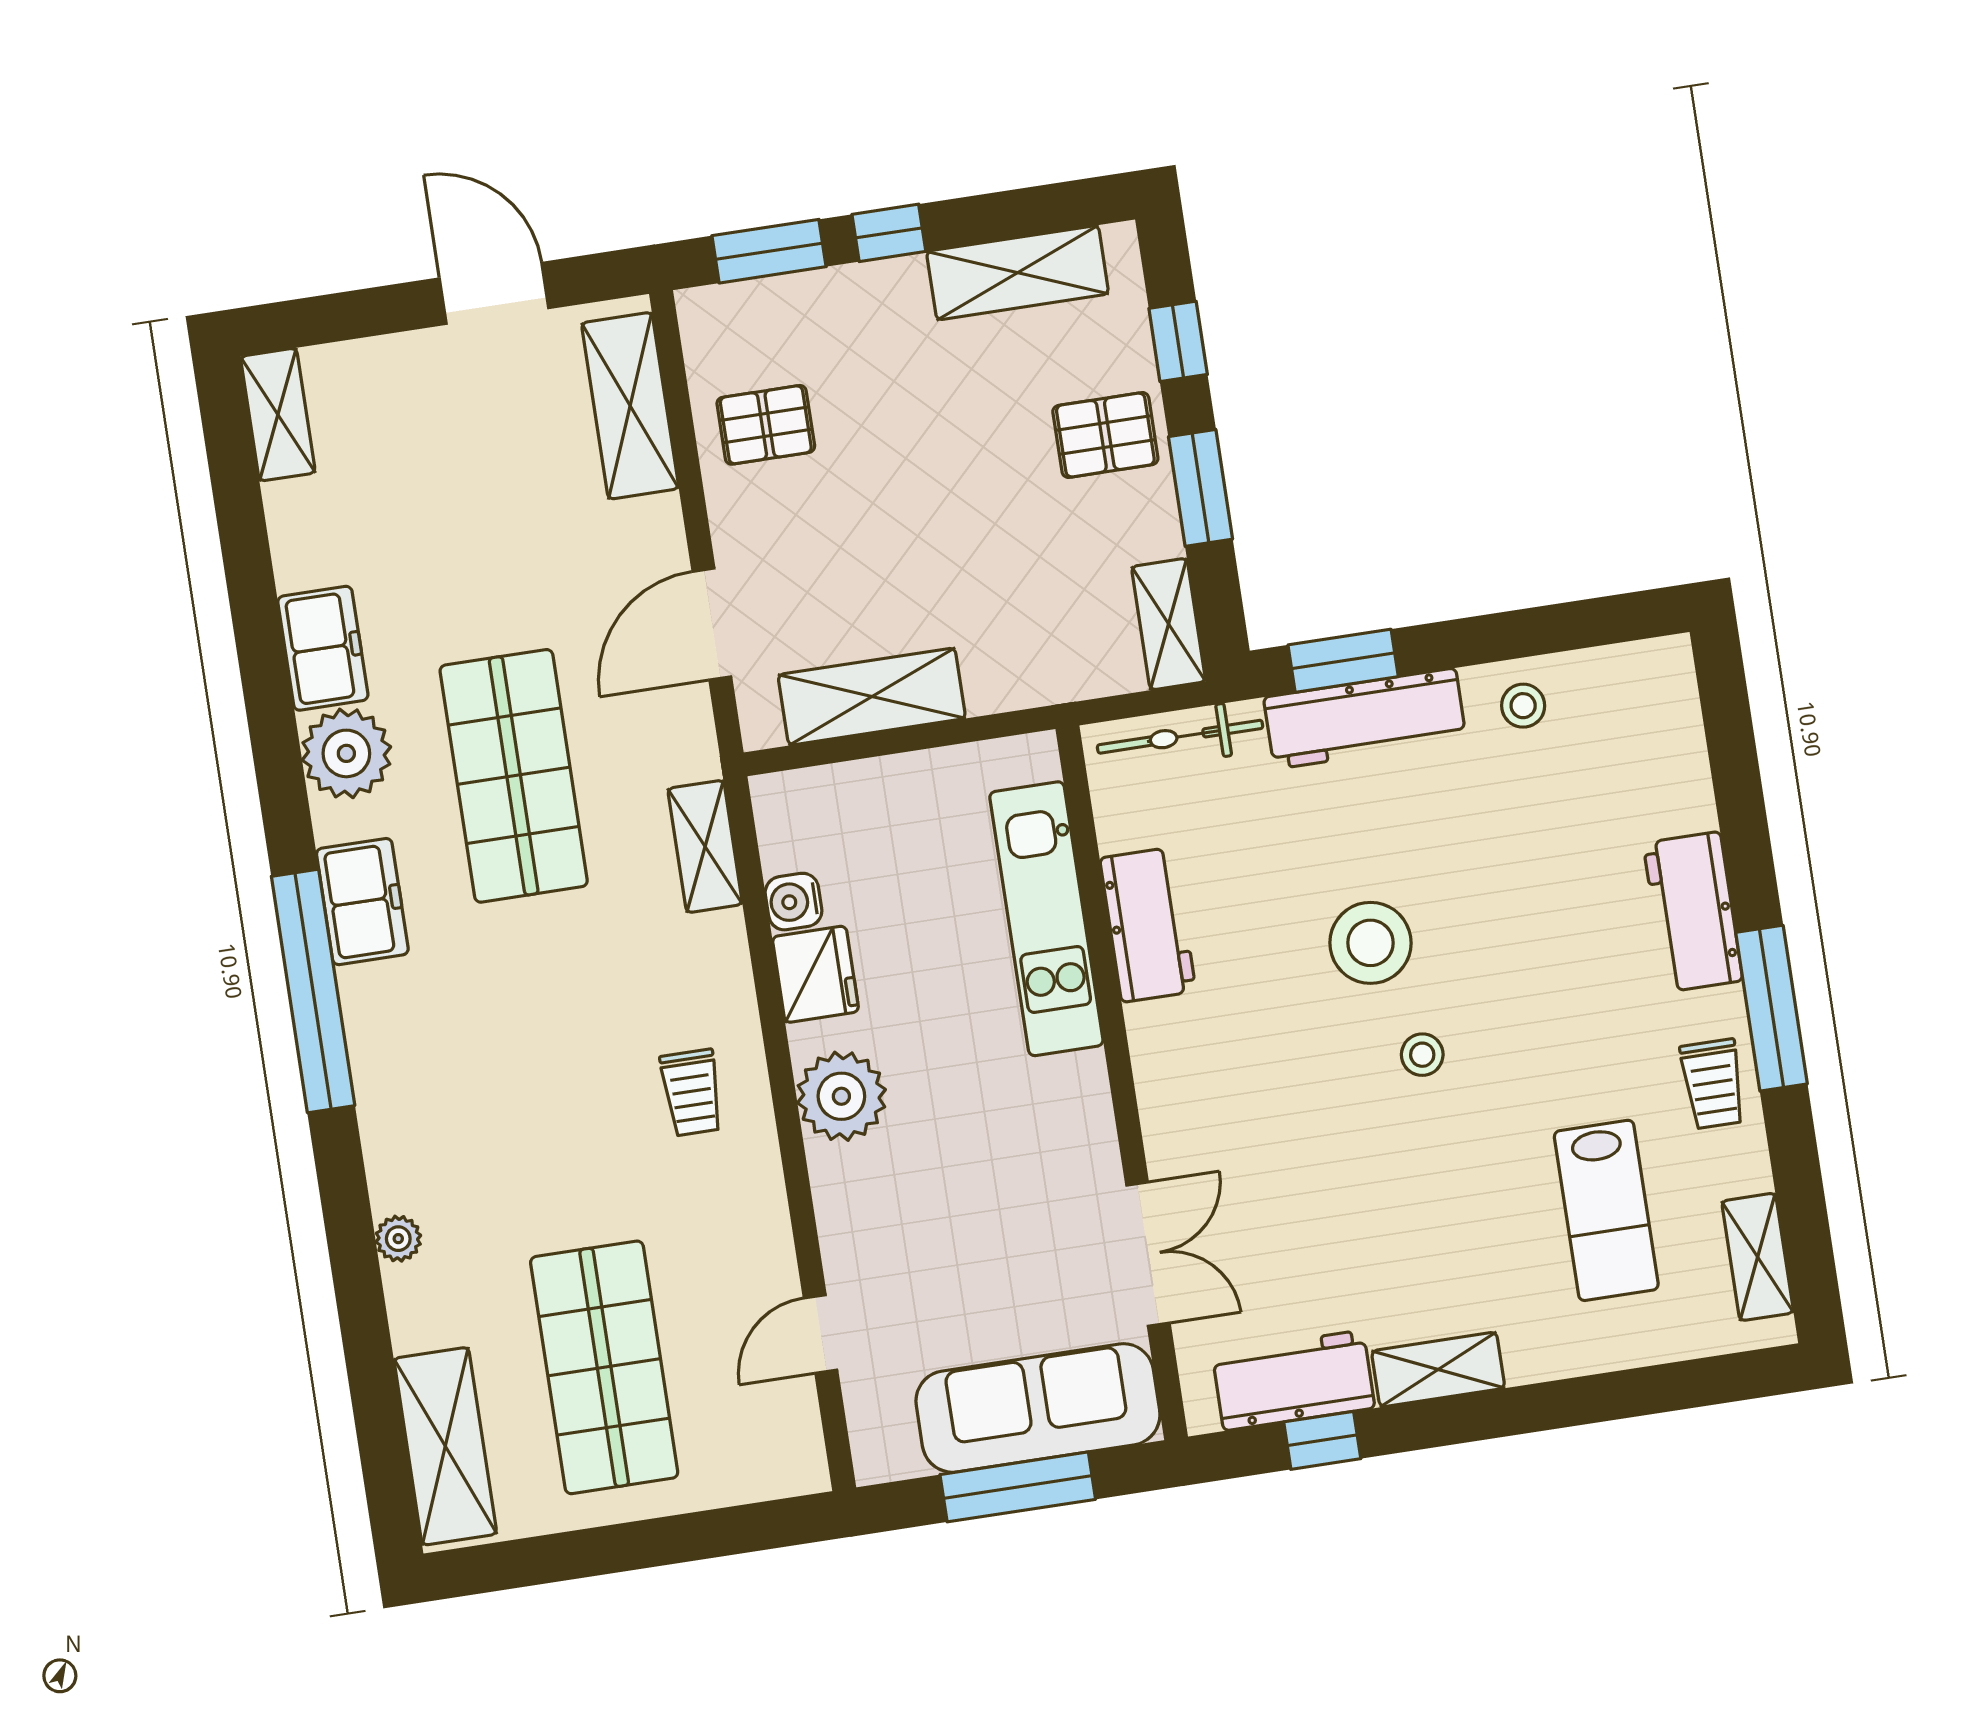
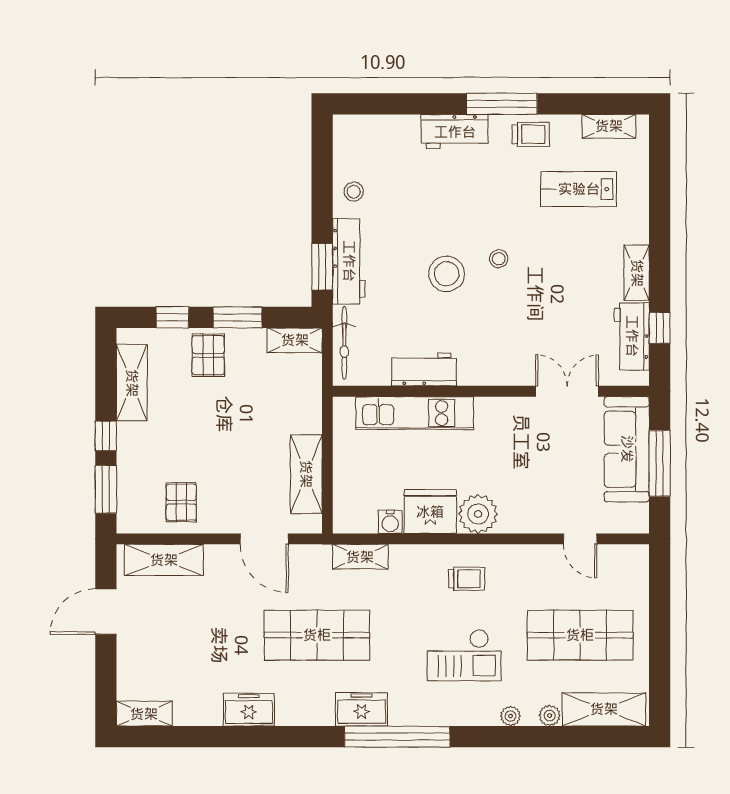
plant: (346, 753) -> (550, 716), moved, width x0.53, depth x0.53
fridge: (816, 974) -> (430, 512), width x1.36, depth x1.34
checkout: (519, 1114) -> (464, 655), added
lab bench: (1606, 1210) -> (579, 189), turned 180

